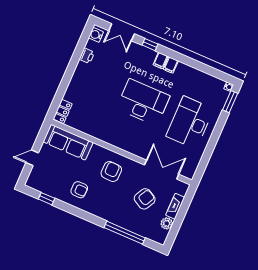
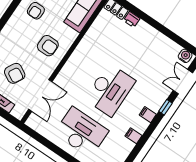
printer: (87, 56) -> (132, 20), moved
filing cabinet: (171, 65) -> (133, 136), moved

